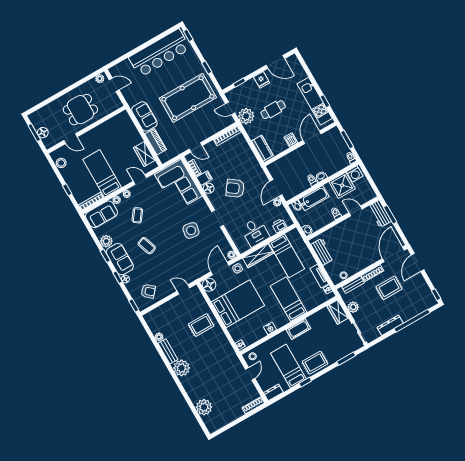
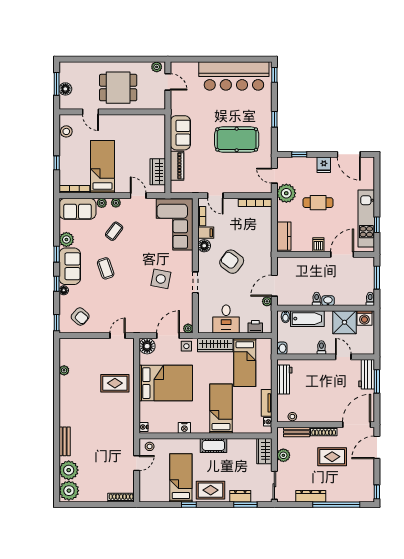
pool table: (188, 98) -> (237, 139), width x0.73, depth x0.76
door: (183, 289) -> (118, 336), hinge flipped
bench: (168, 351) -> (65, 441), moved
plant: (182, 368) -> (69, 491), moved
dresser: (273, 392) -> (240, 496), moved

